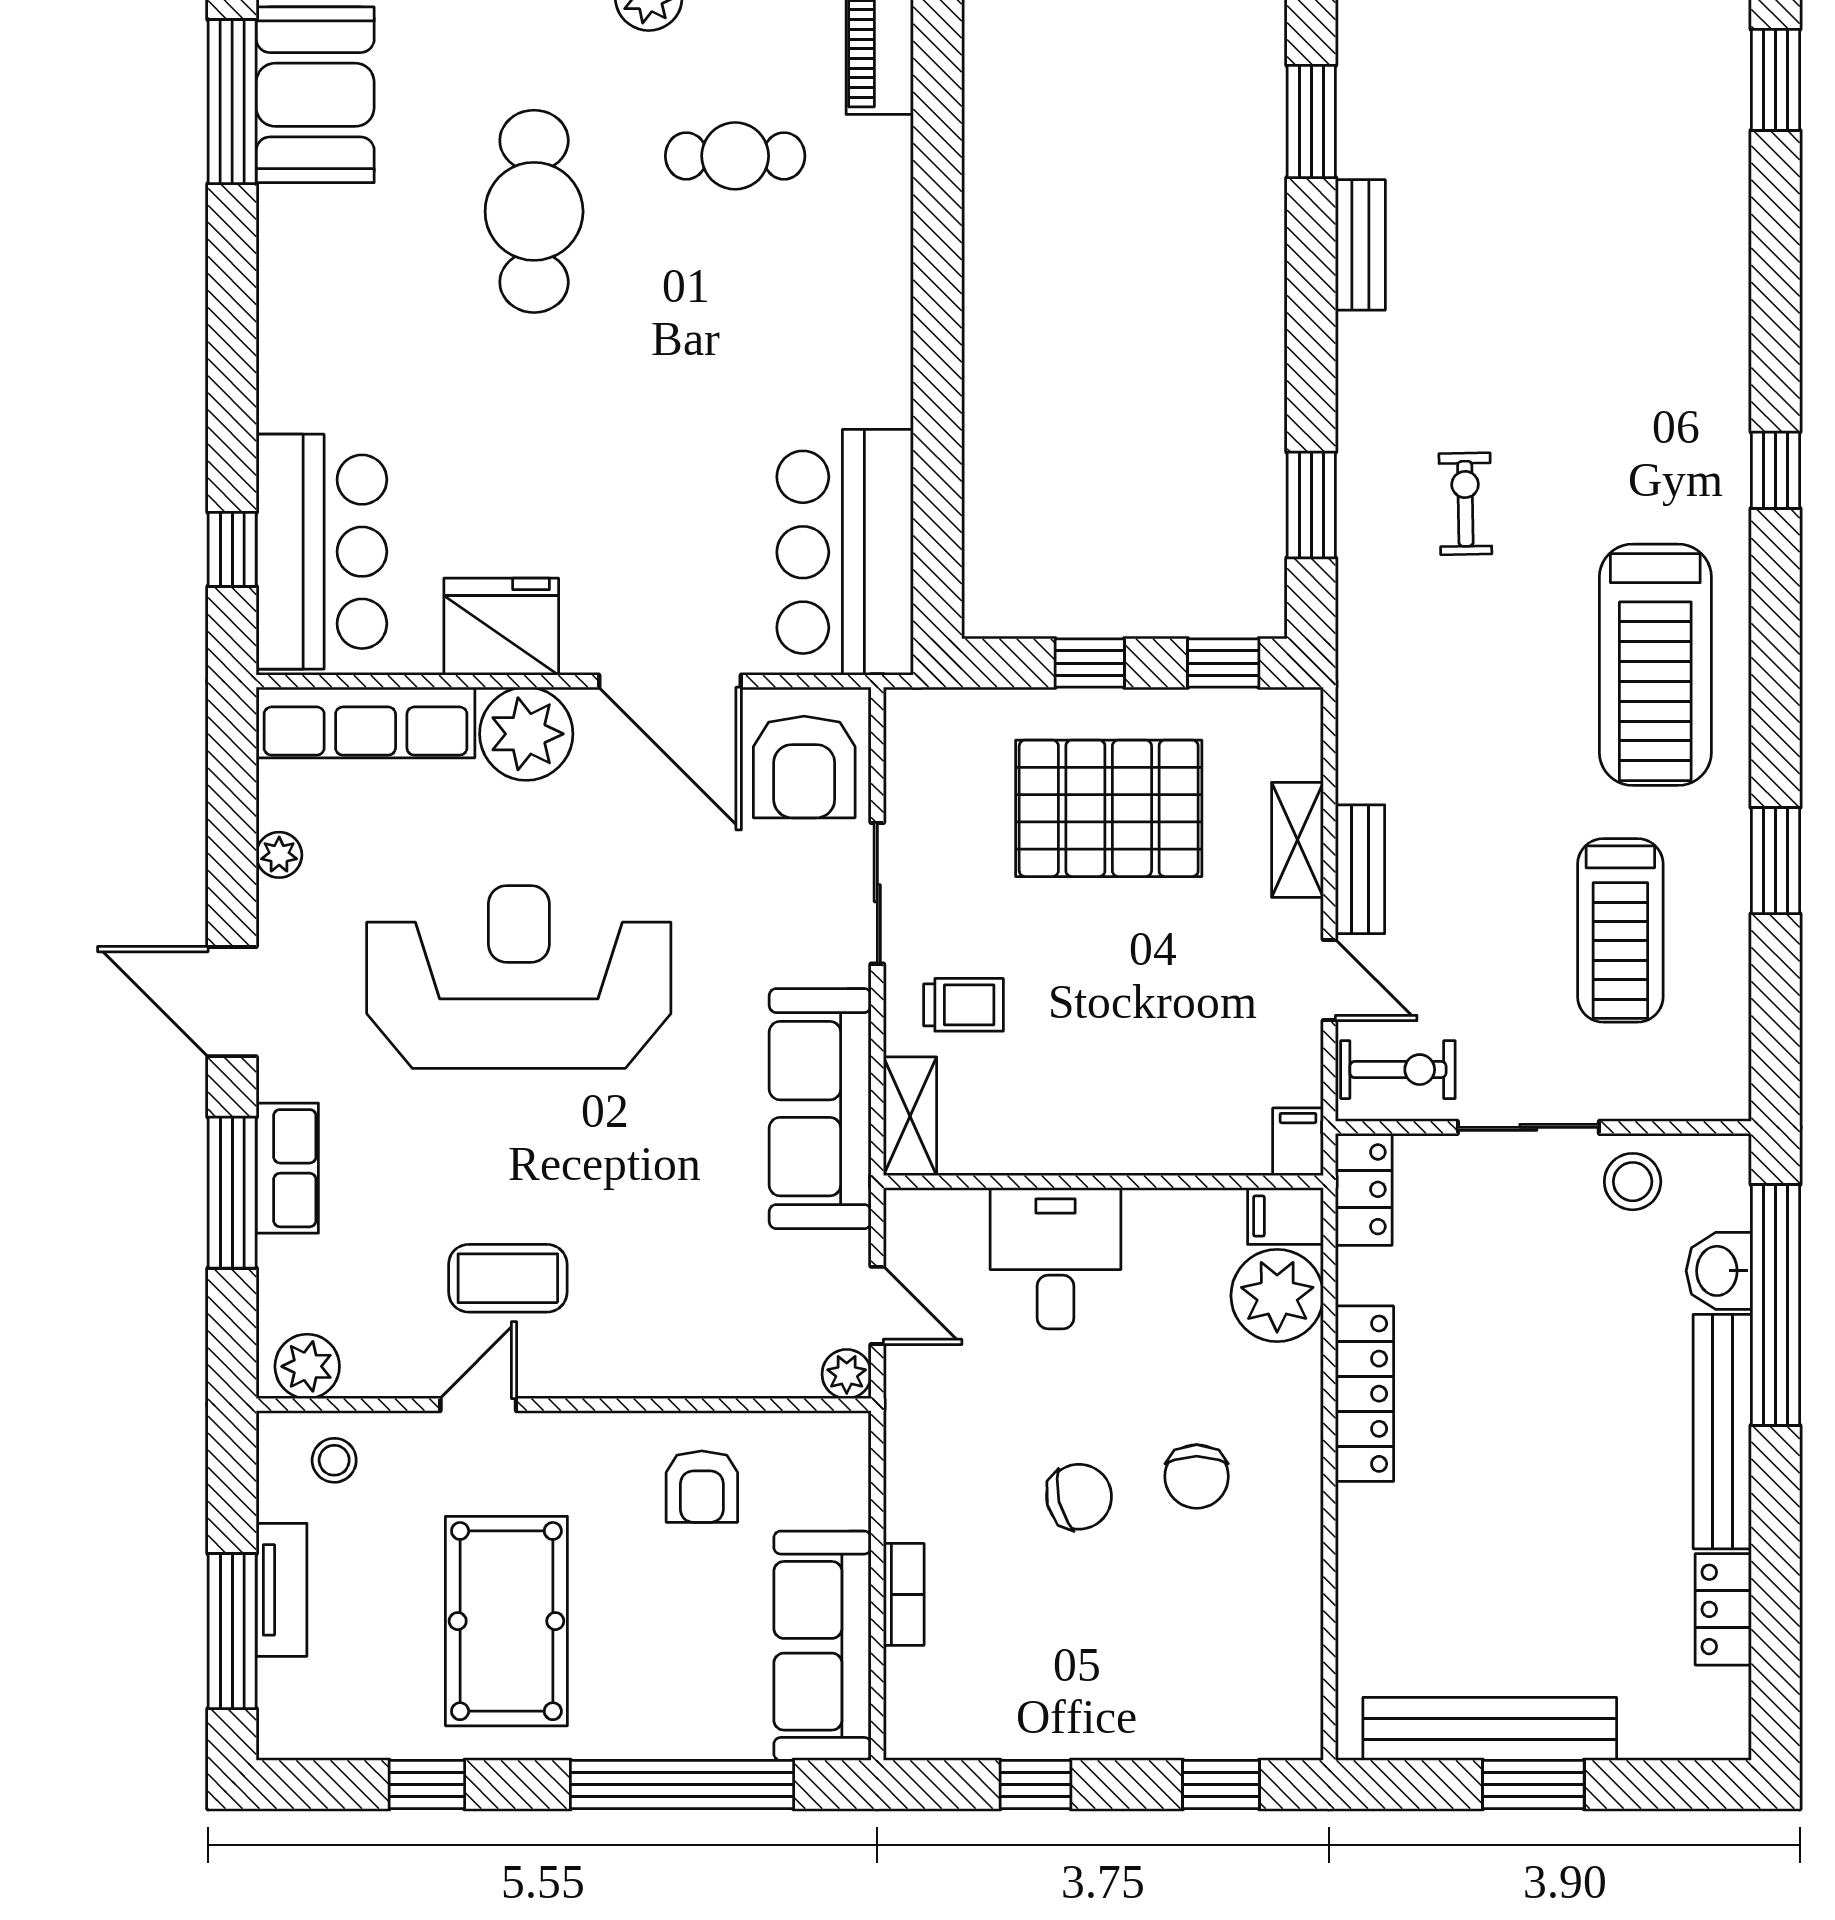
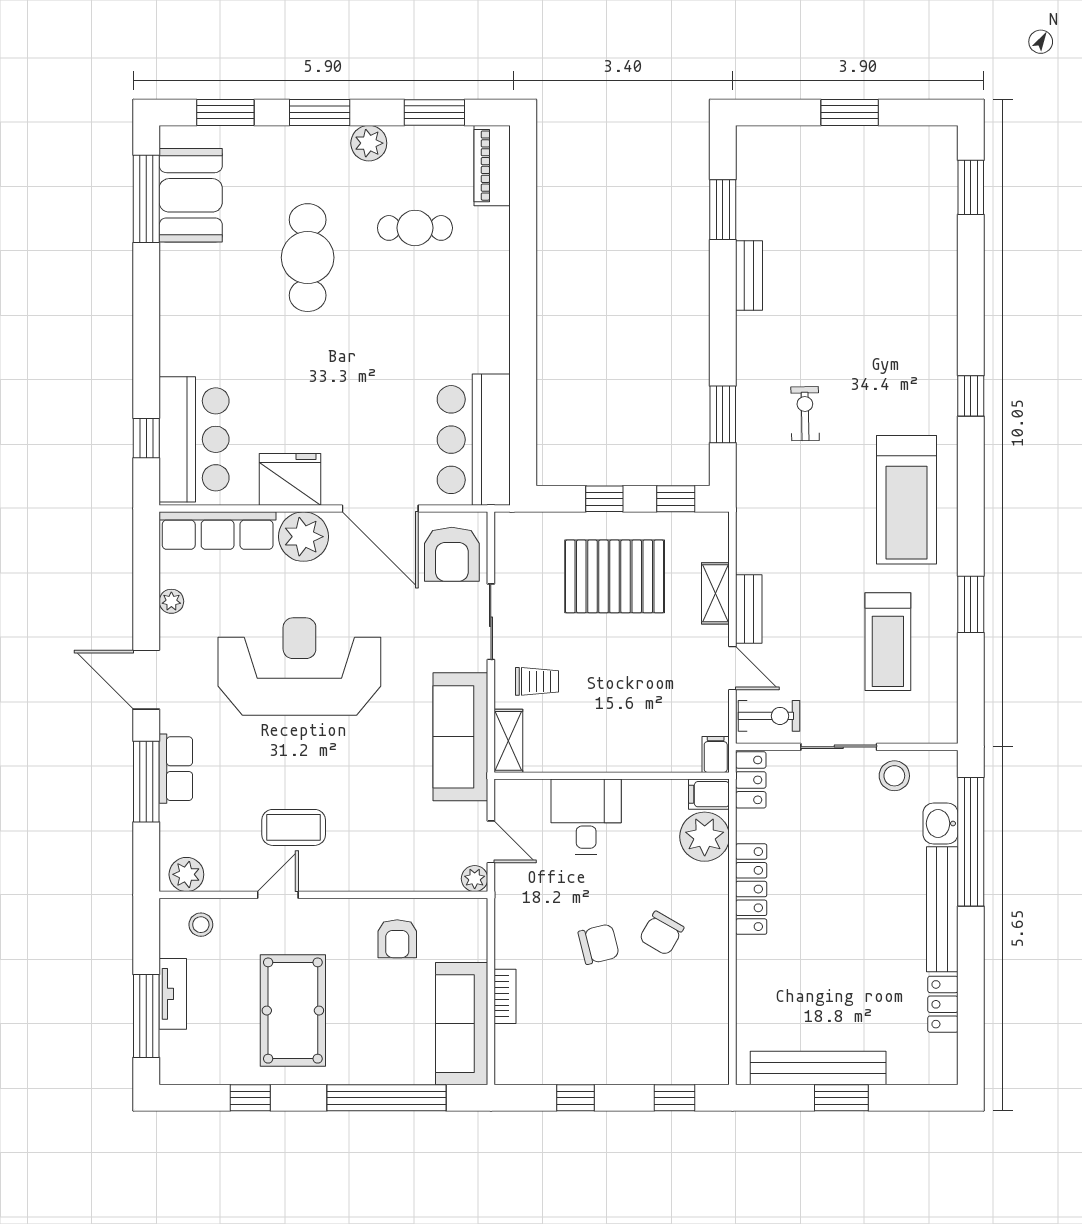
chair: (1197, 1476) -> (661, 933), turned 30

